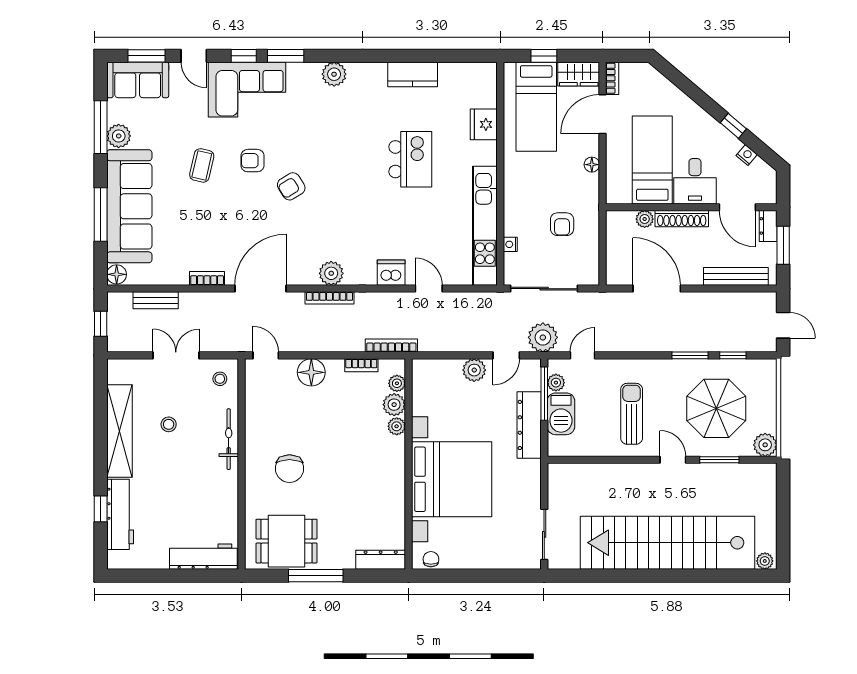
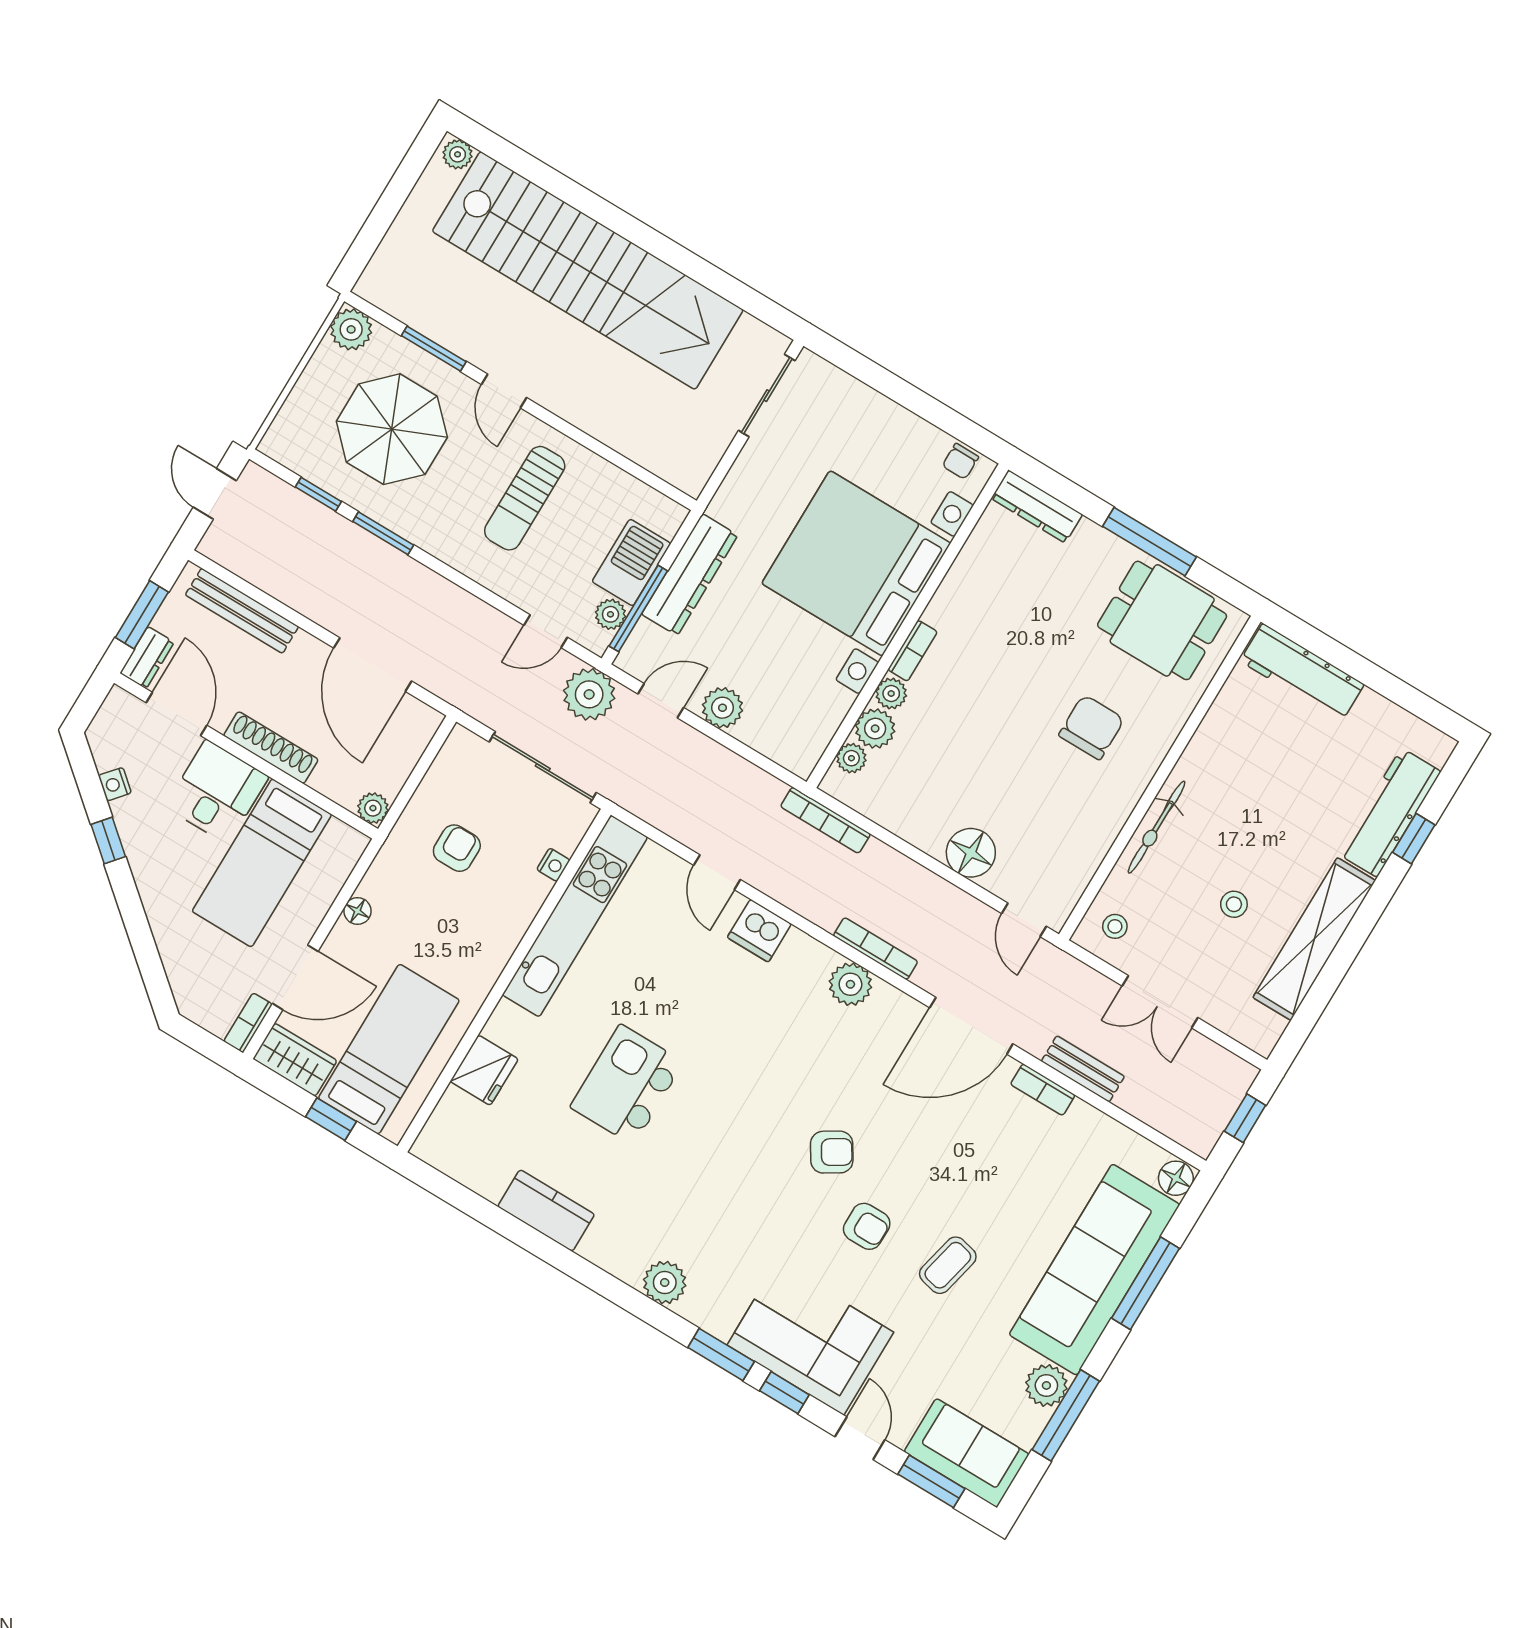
plant: (645, 219) -> (373, 808), moved
bench: (156, 300) -> (1083, 1069), moved
bookcase: (361, 365) -> (913, 651), moved, turned 90

